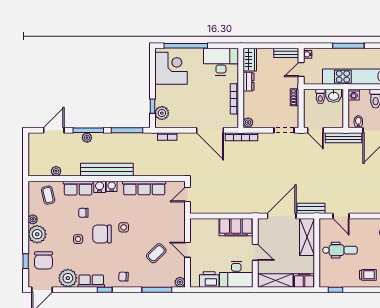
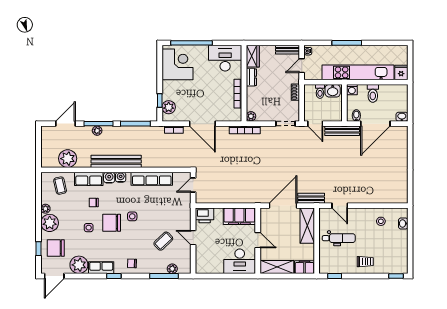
door: (210, 130) -> (202, 124), moved
plant: (56, 171) -> (68, 159), width x1.87, depth x1.87
chair: (44, 260) -> (56, 248), turned 90
printer: (209, 279) -> (205, 215), moved, turned 180
plant: (180, 282) -> (172, 269), moved

